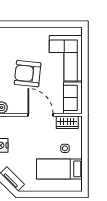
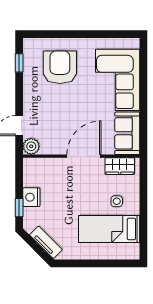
armchair: (28, 74) -> (60, 67), moved, turned 84
door: (41, 115) -> (84, 156), hinge flipped

